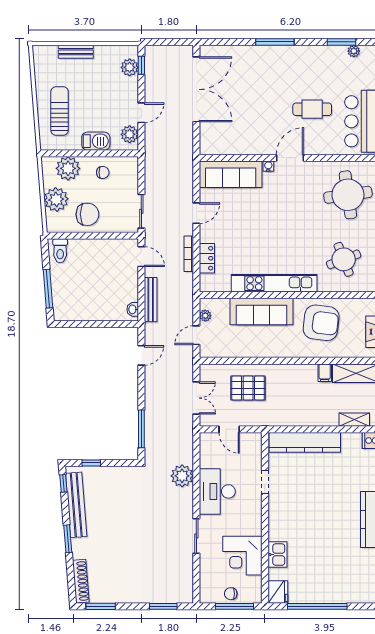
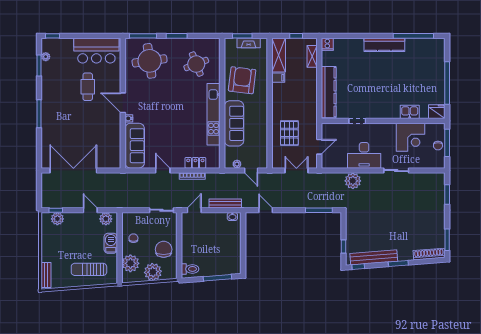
bench: (76, 52) -> (46, 275), moved

